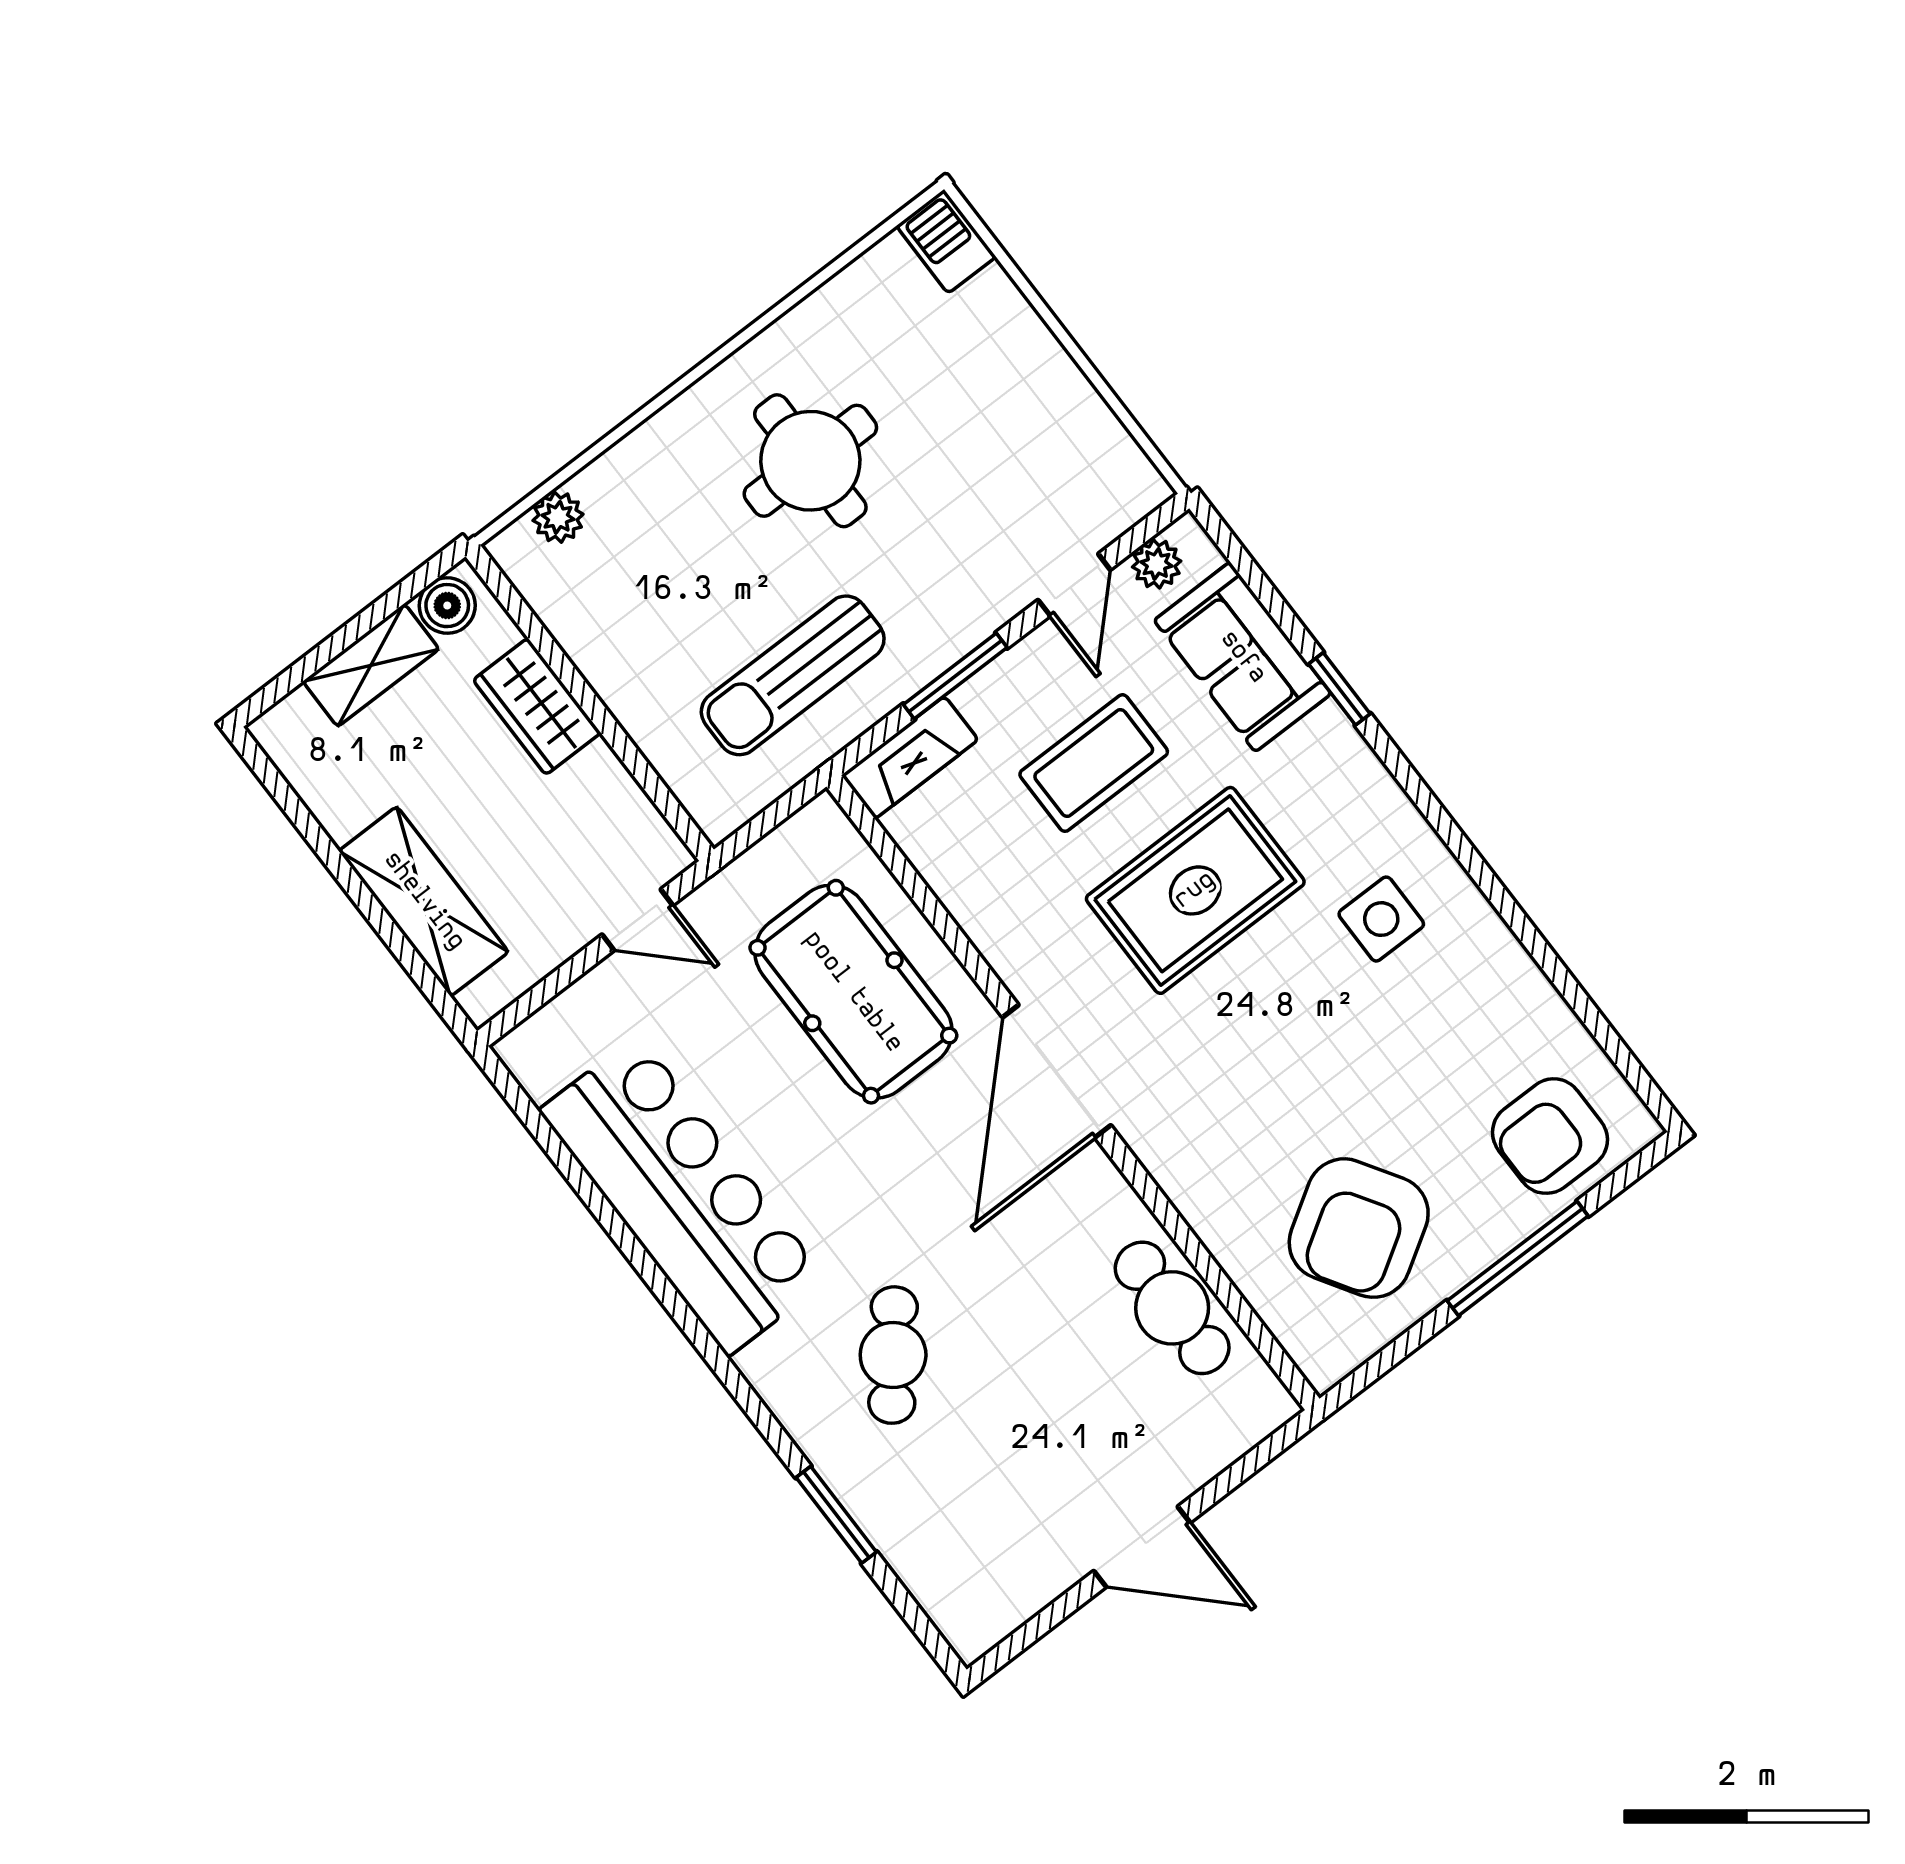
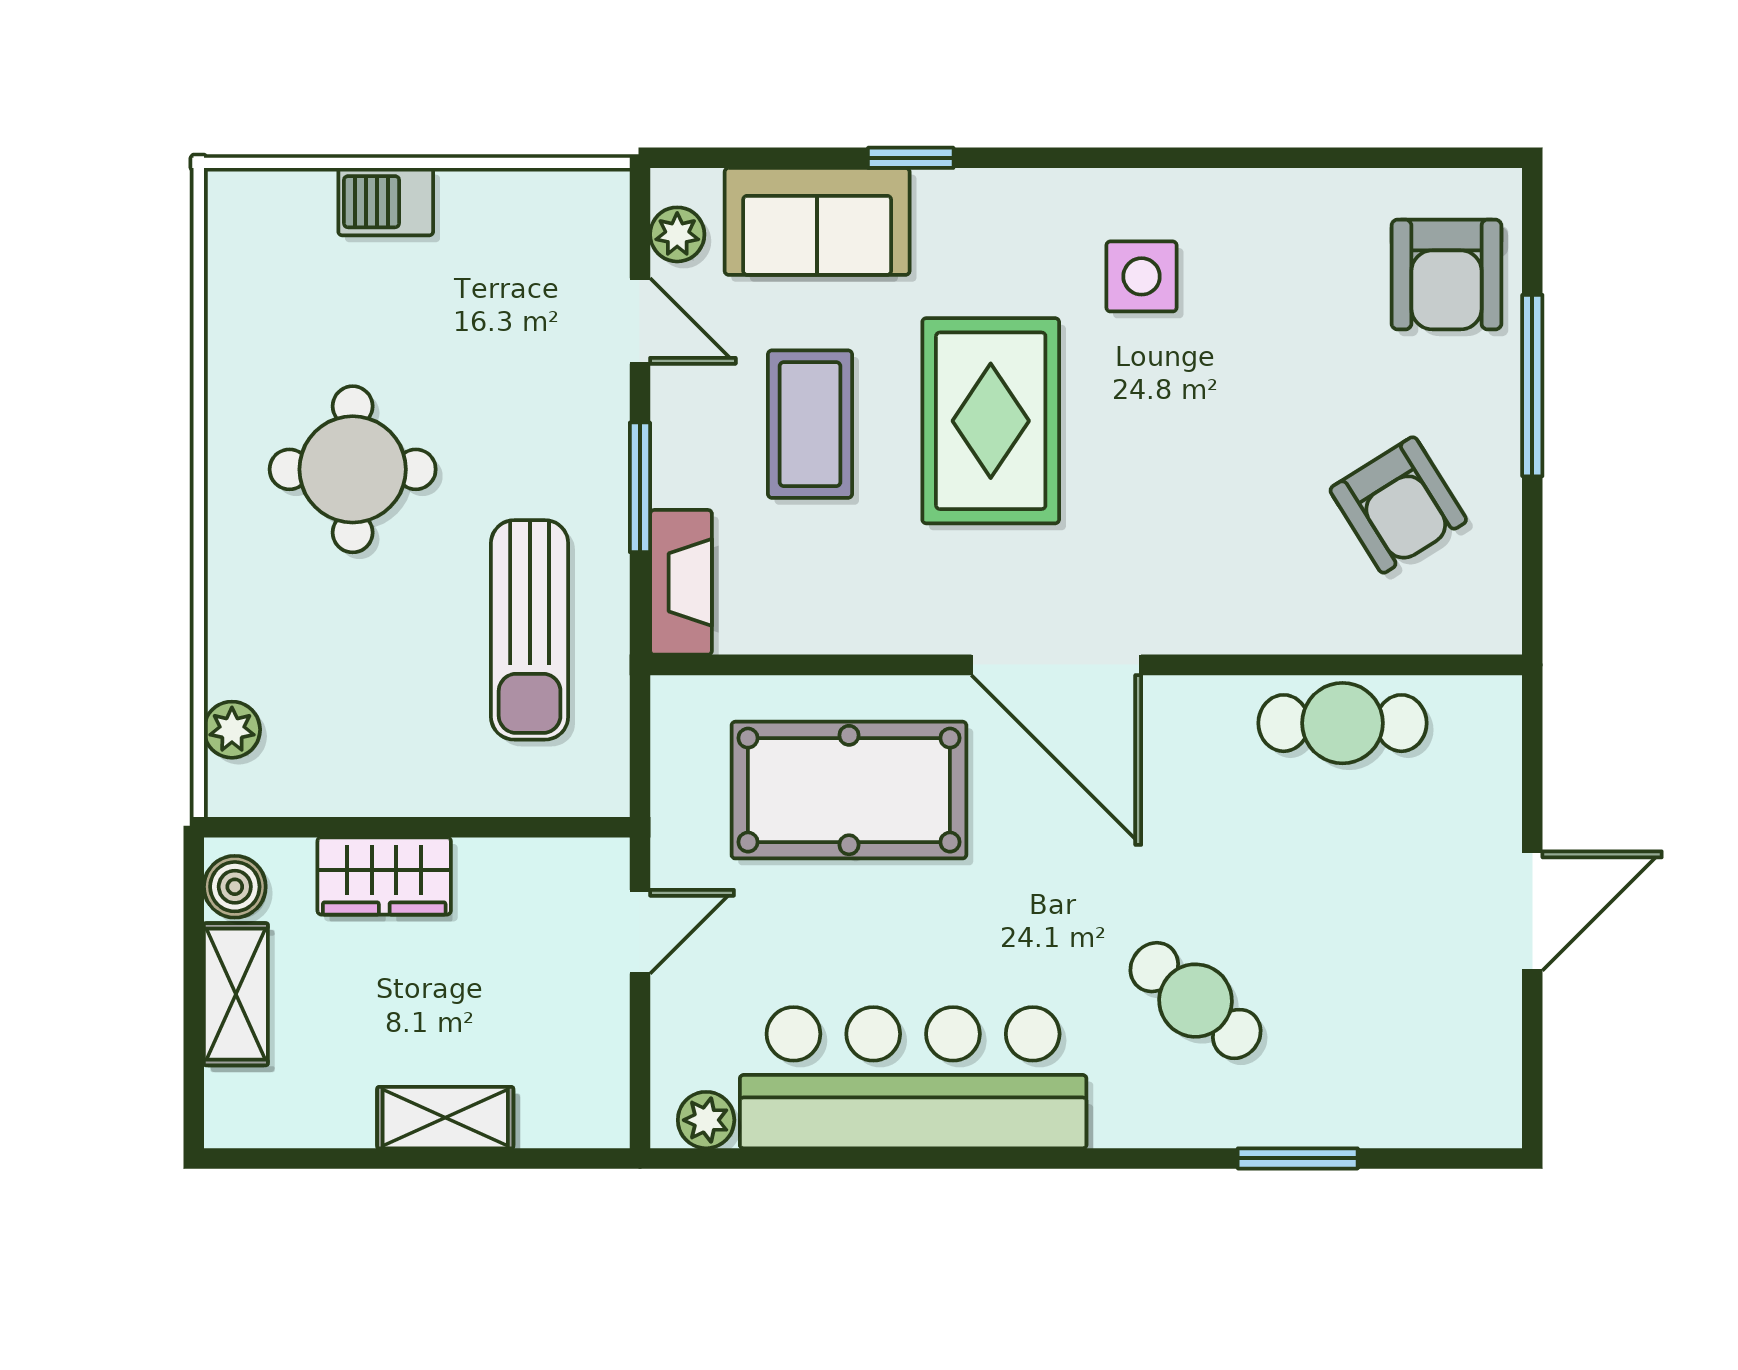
barbecue: (946, 241) -> (386, 202), moved
shelving: (424, 901) -> (445, 1118), width x0.67, depth x0.75
plant: (539, 1071) -> (706, 1120), added
armchair: (1359, 1228) -> (1398, 505), width x0.73, depth x0.73

